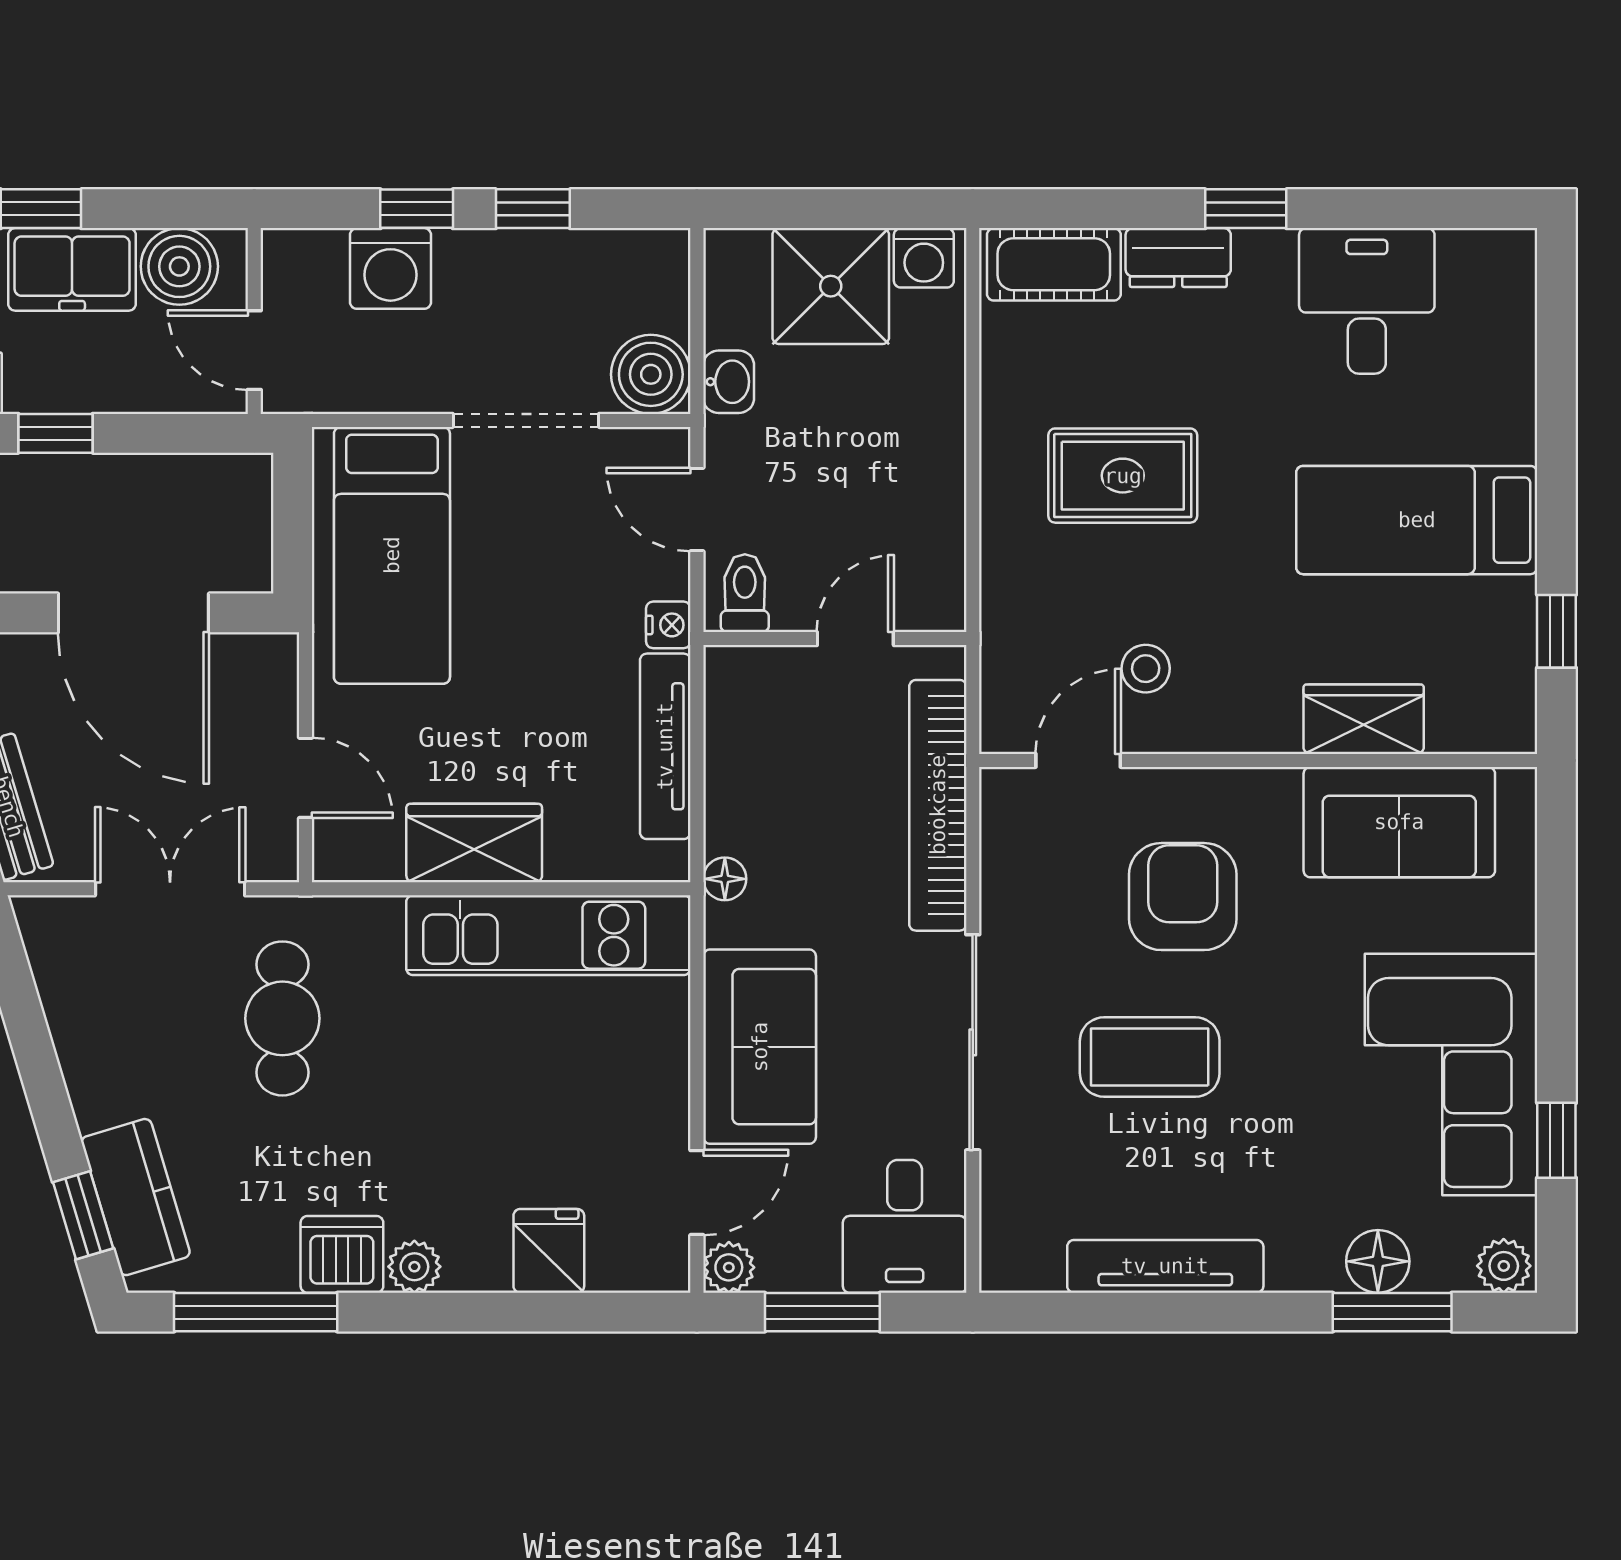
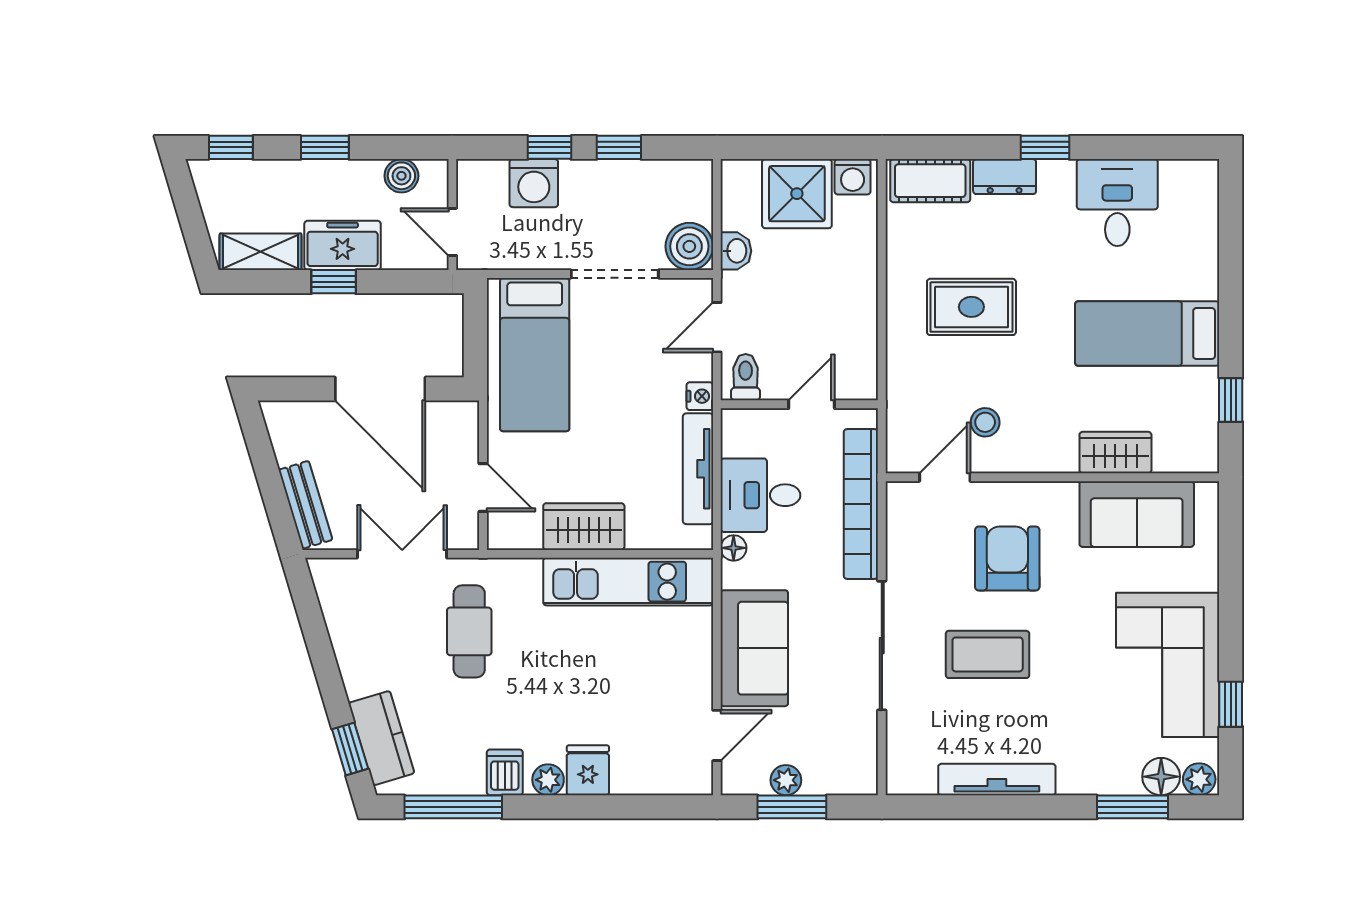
boiler: (179, 266) -> (401, 176), width x0.73, depth x0.73
freezer: (72, 269) -> (343, 245), moved, turned 180
door: (697, 510) -> (717, 327), hinge flipped
desk: (905, 1226) -> (760, 495), moved, turned 90
fridge: (549, 1251) -> (588, 770), moved
dishwasher: (342, 1254) -> (505, 772), width x0.73
floor lamp: (1378, 1261) -> (1161, 777), moved
plant: (729, 1267) -> (786, 780), moved

